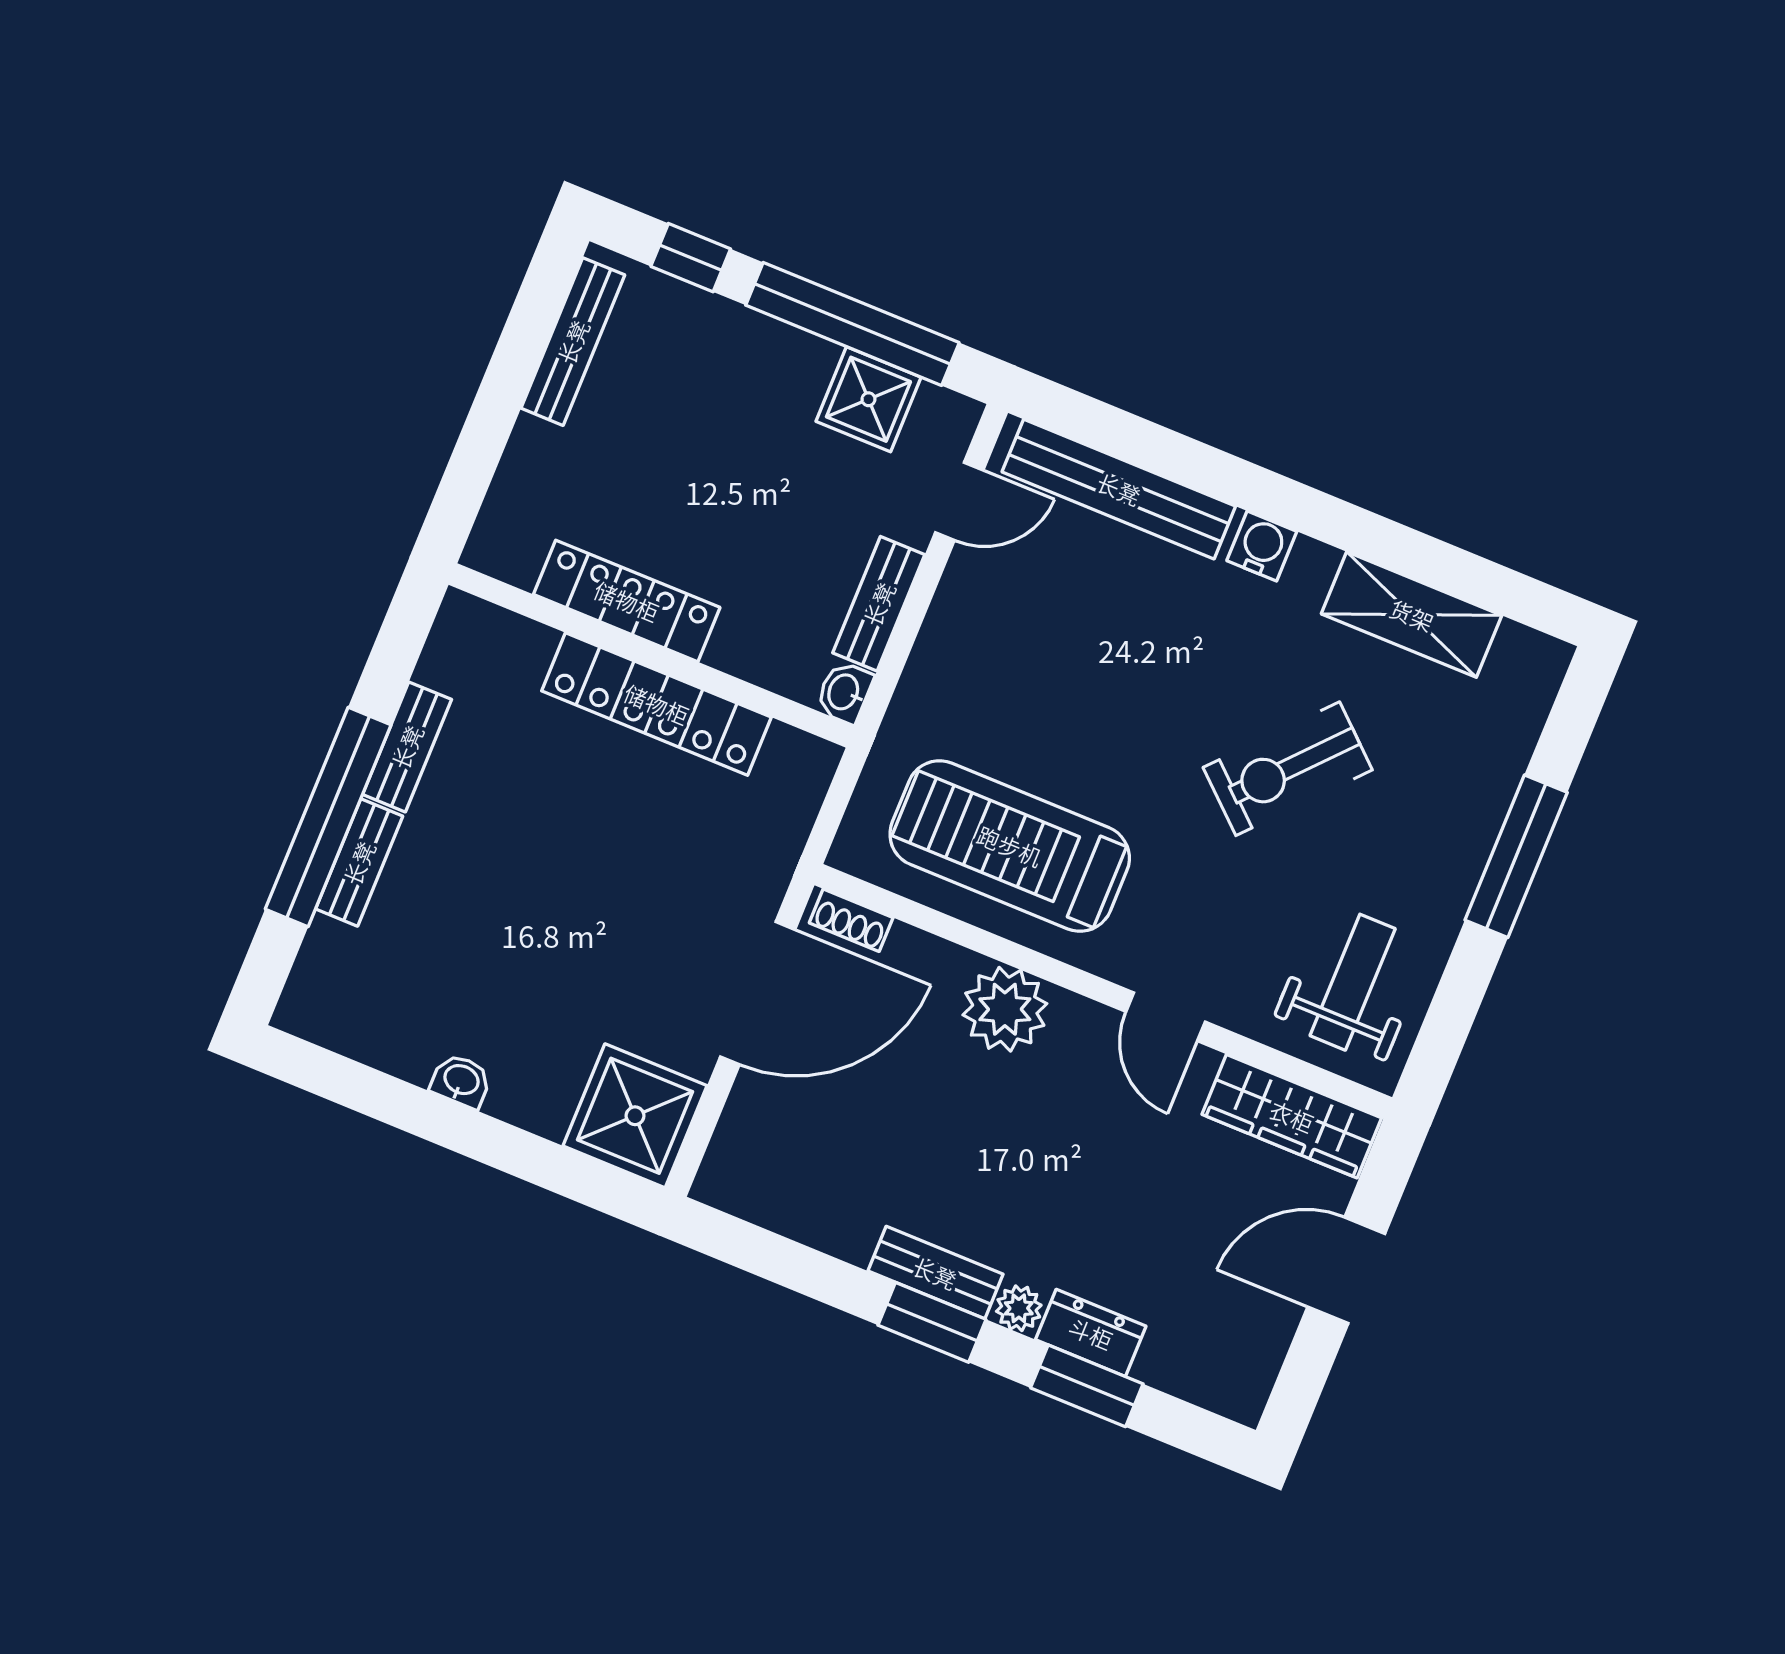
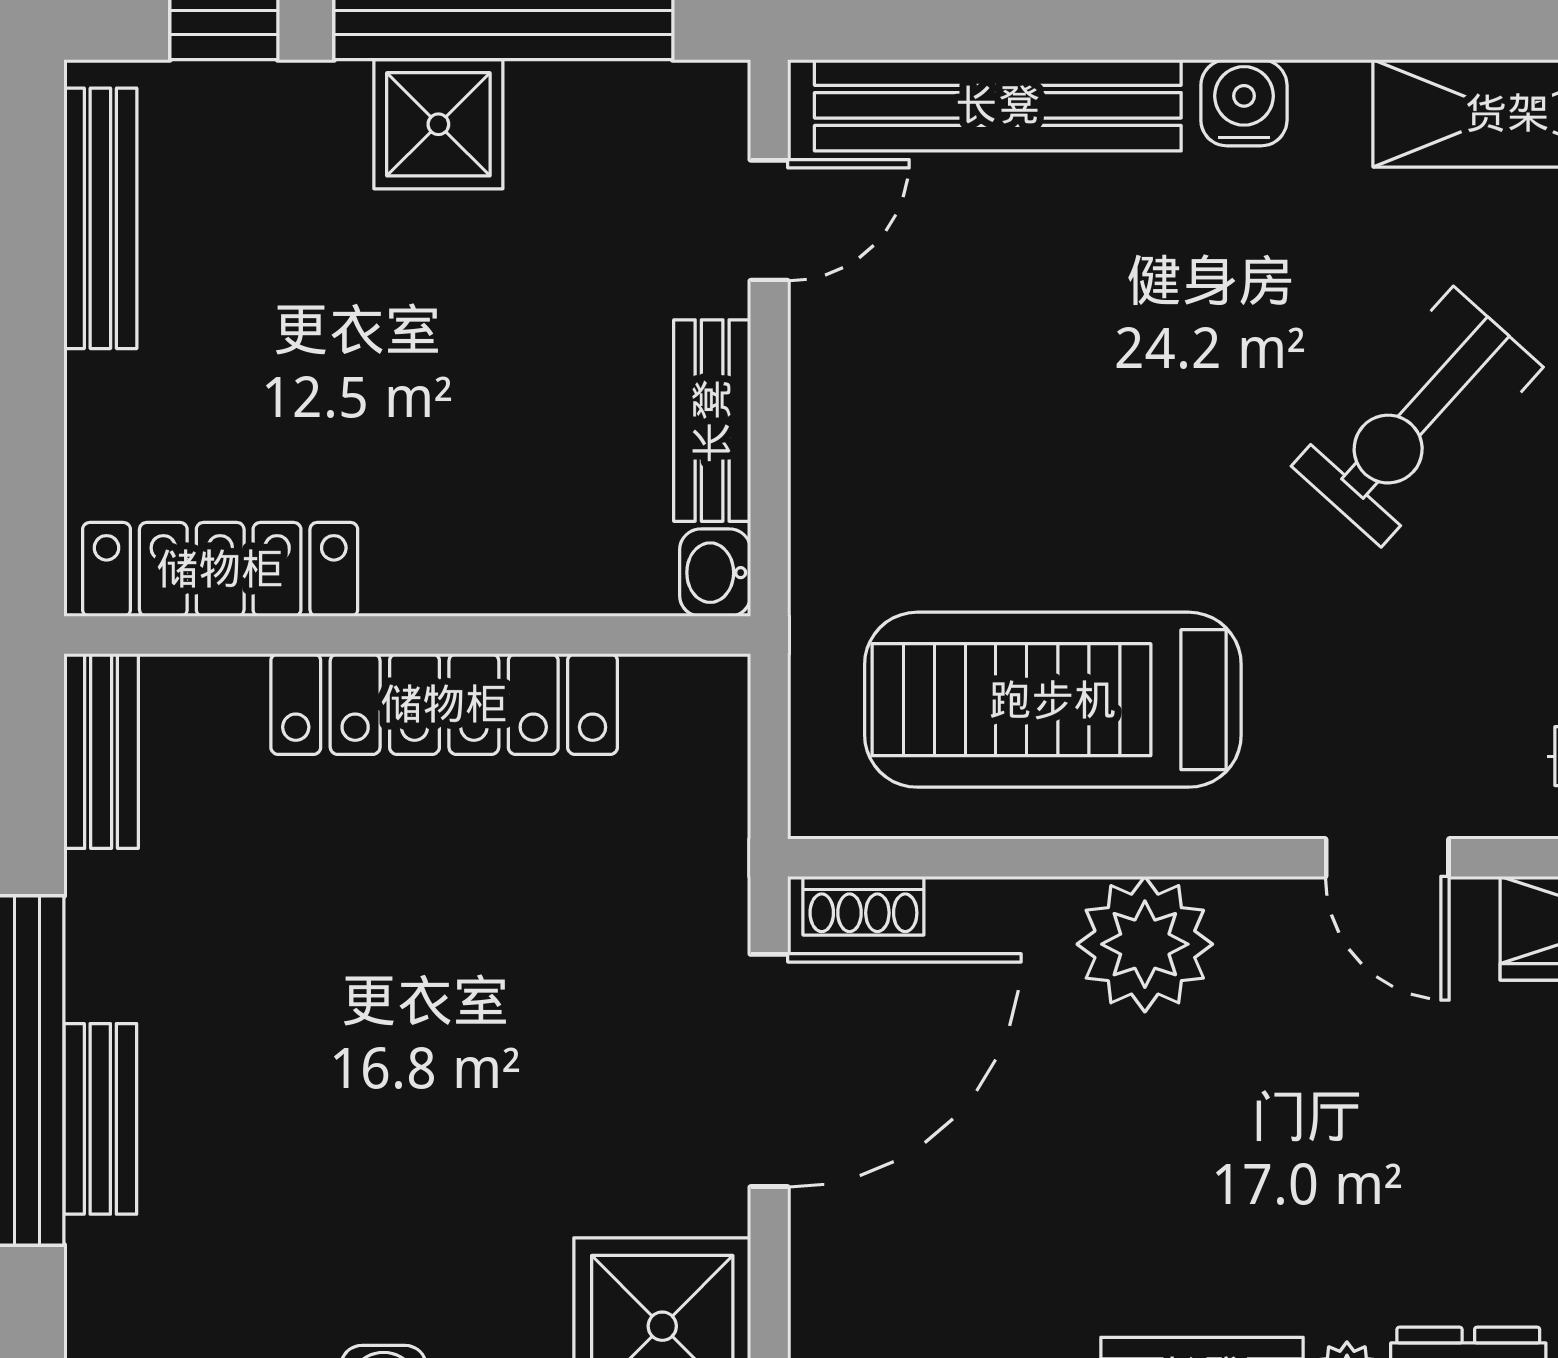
shower: (868, 399) -> (438, 124), moved
locker: (627, 601) -> (220, 569), moved
bench: (407, 747) -> (101, 751), moved

